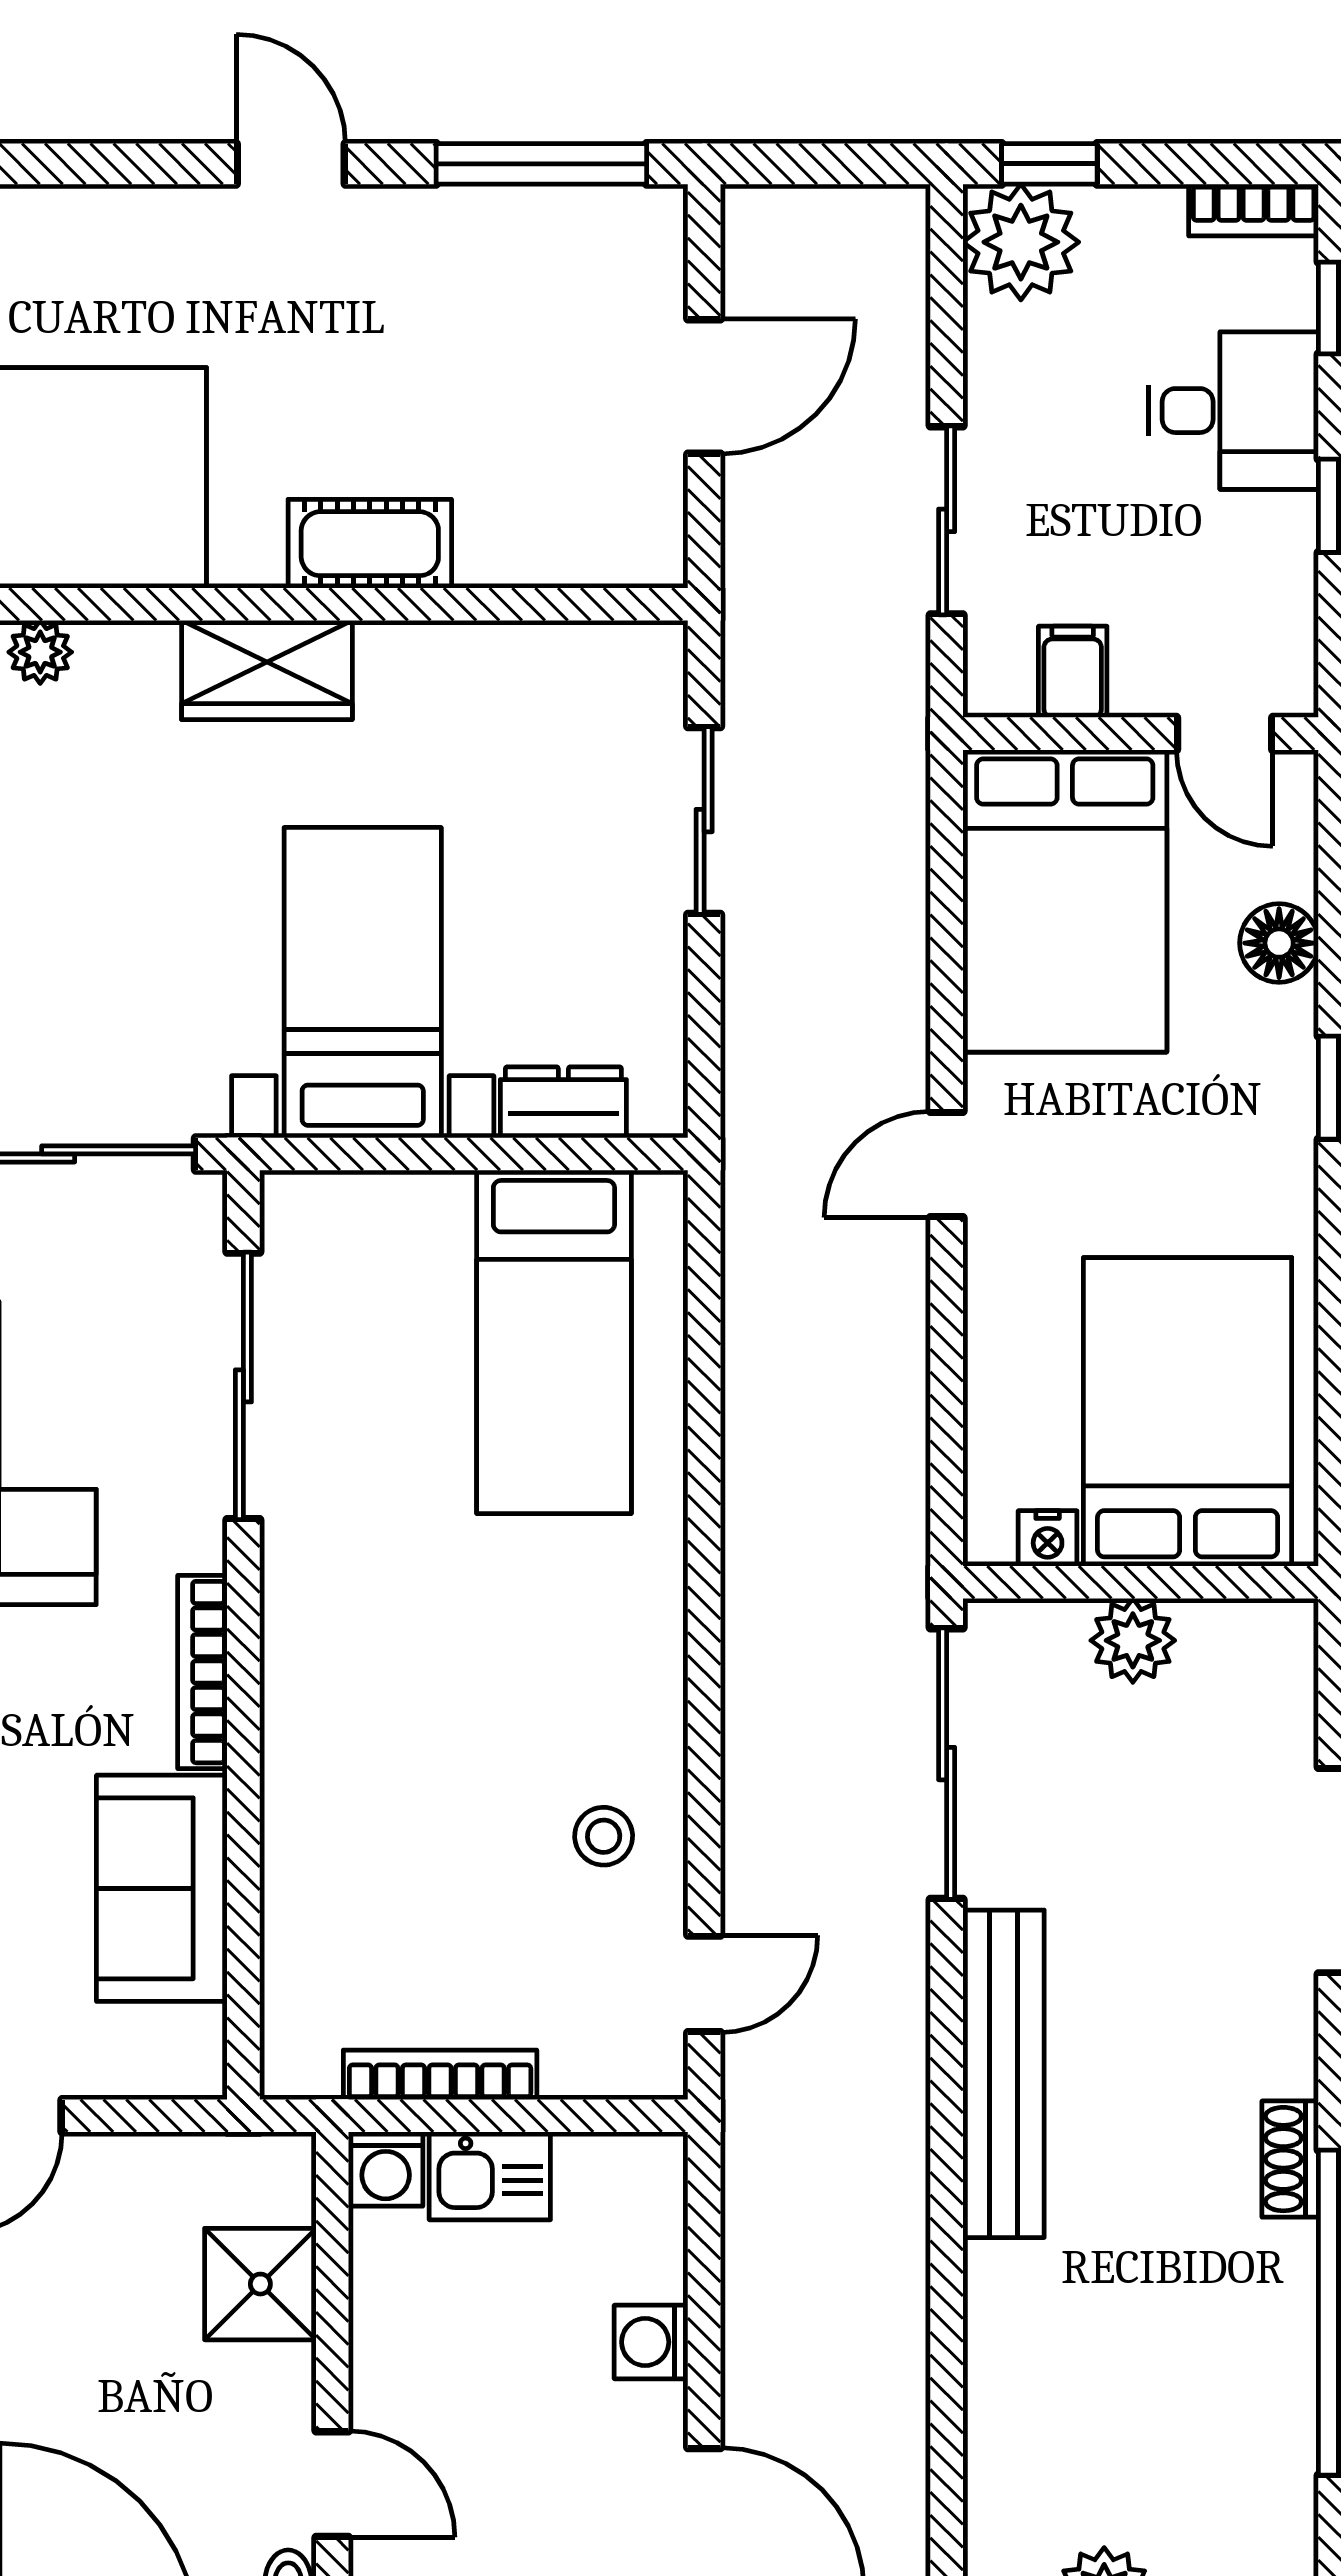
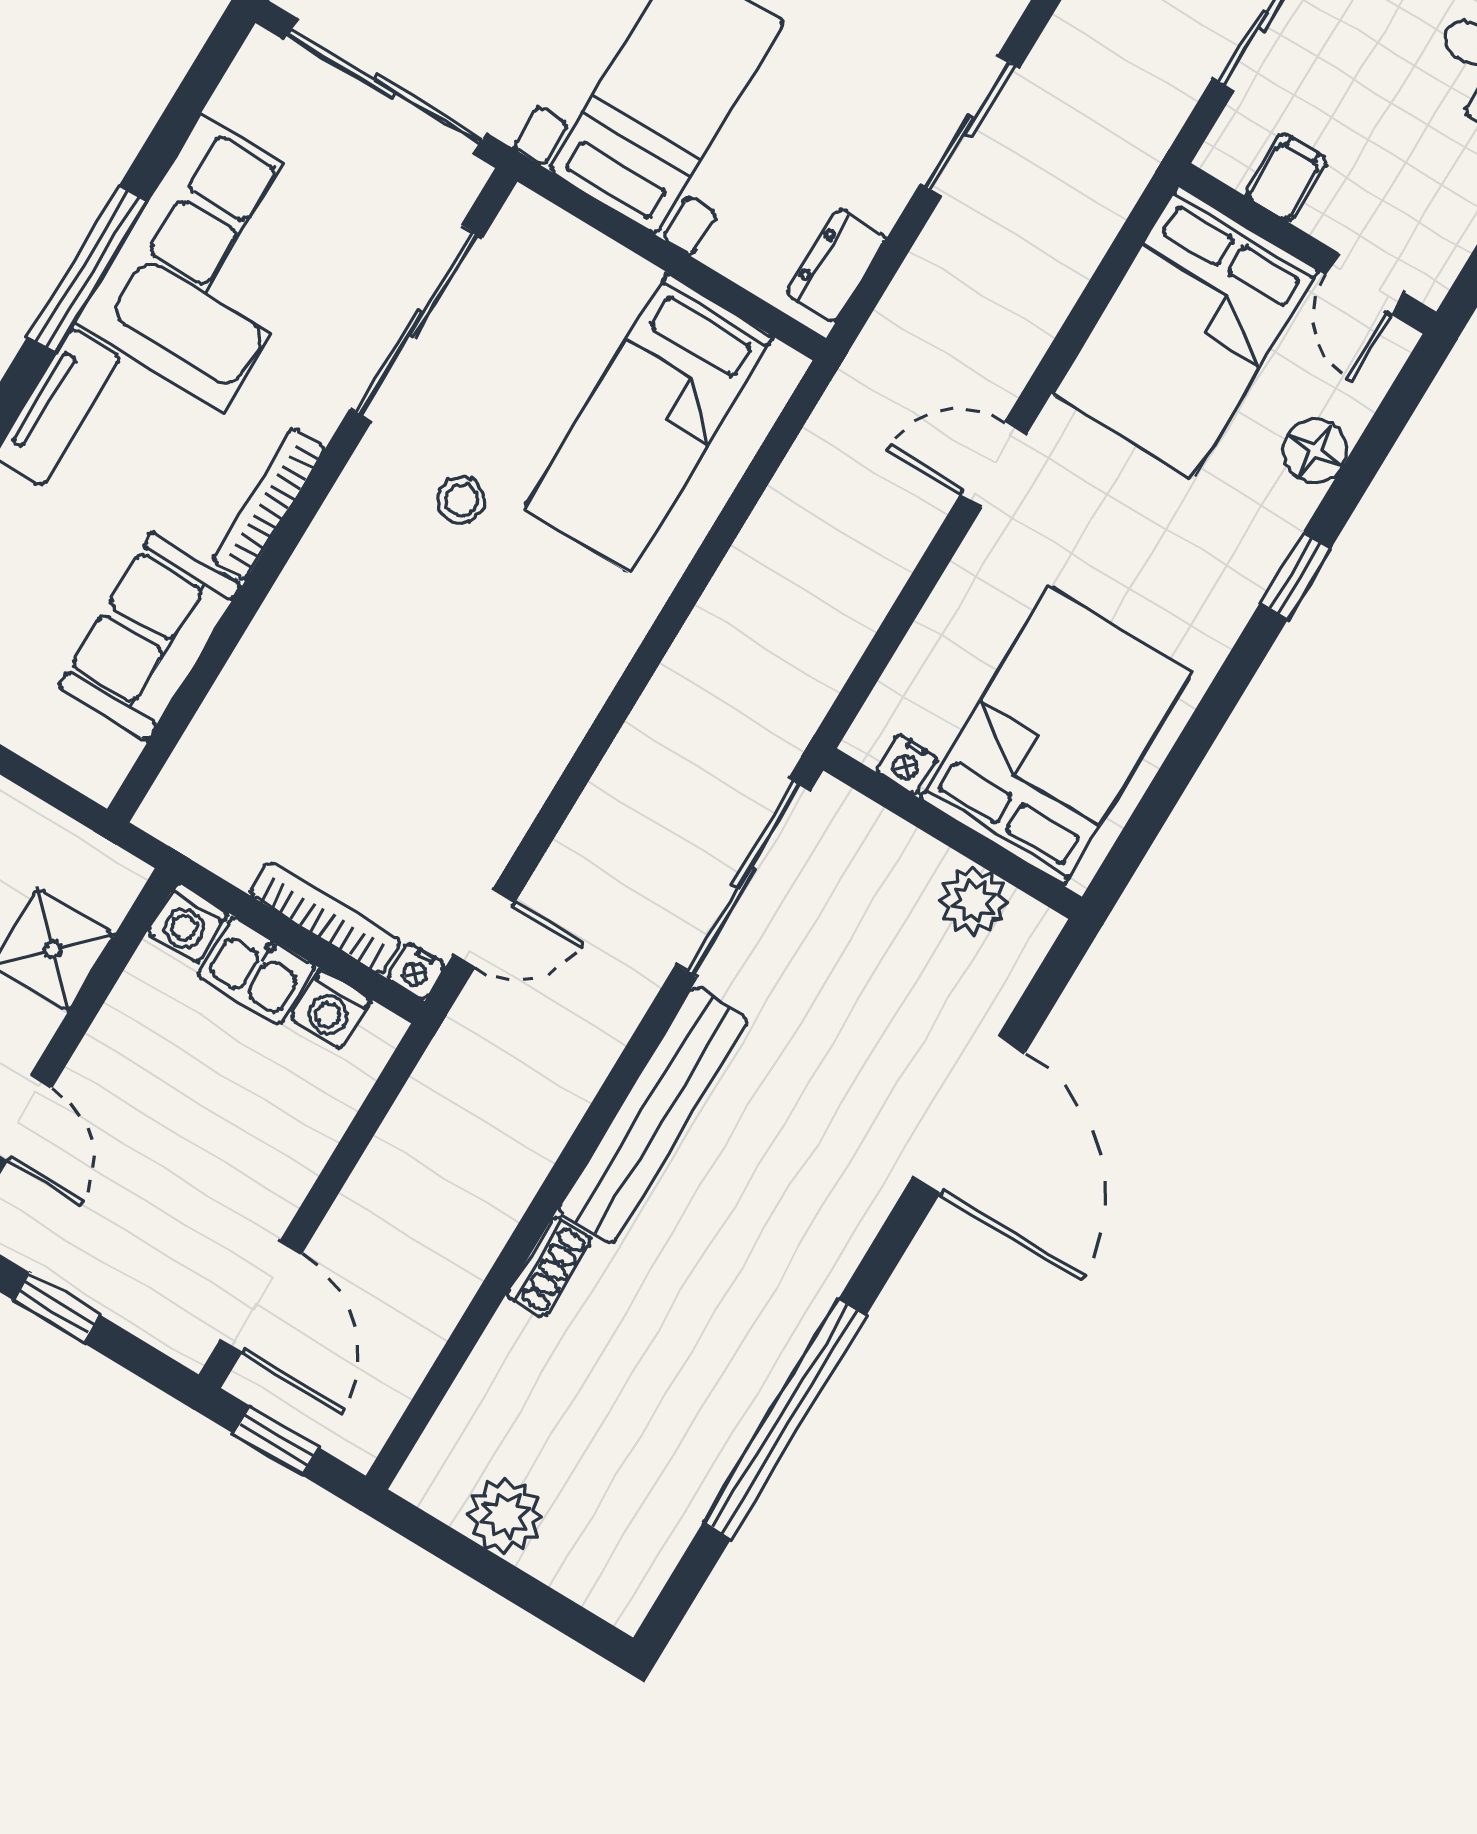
dresser: (563, 1102) -> (836, 266), moved, turned -90
plant: (1133, 1640) -> (974, 901), moved
stool: (604, 1836) -> (461, 500), moved
nightstand: (660, 2073) -> (416, 971), added
bookcase: (440, 2075) -> (325, 918), moved
shoe rack: (1290, 2159) -> (549, 1267), moved, turned 180
washing machine: (651, 2342) -> (331, 1010), moved, turned -90

